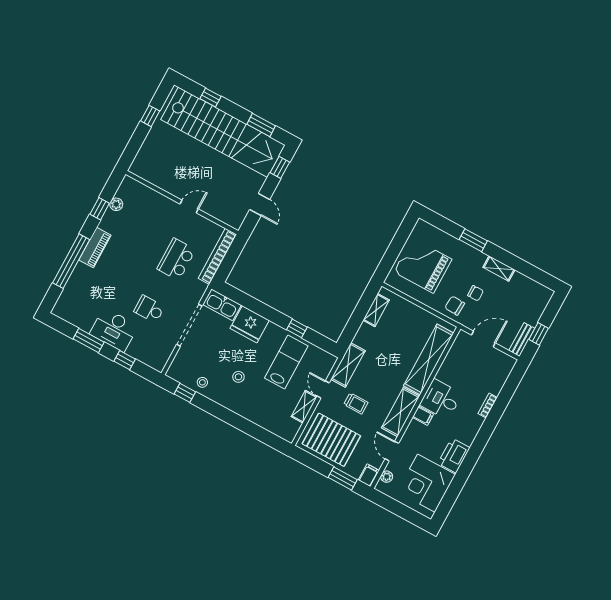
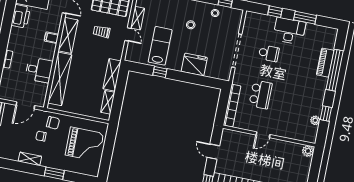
plant: (138, 168) -> (308, 151), added
piano: (95, 248) -> (325, 63), moved
kitchen sink: (222, 305) -> (218, 72), removed
lab bench: (286, 362) -> (160, 46), turned 180
shelving: (348, 365) -> (112, 75), moved
desk: (441, 399) -> (39, 70), moved

